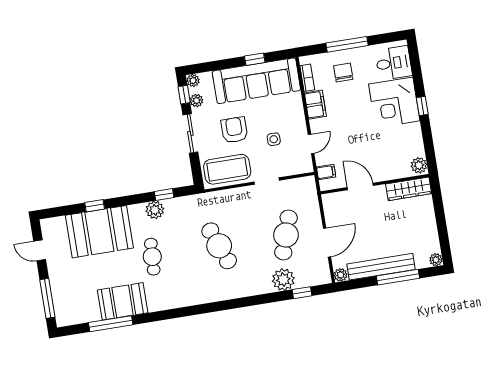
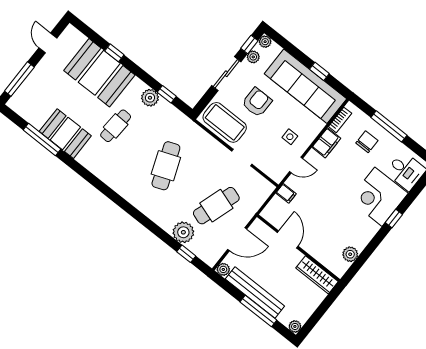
side table: (274, 139) -> (290, 137), moved
wall: (375, 184) -> (298, 248), moved
door: (360, 186) -> (288, 239), moved
wardrobe: (409, 189) -> (317, 275), moved

